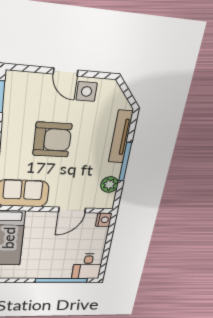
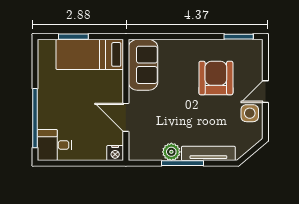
armchair: (52, 140) -> (216, 78), moved, turned 180
plant: (109, 185) -> (171, 152), moved

